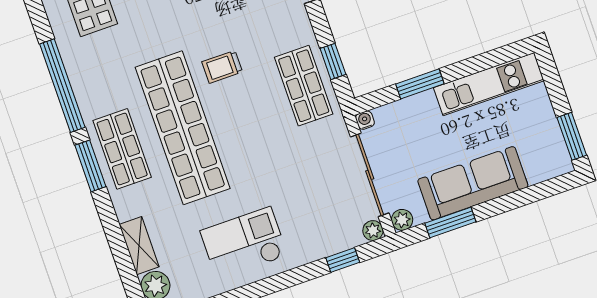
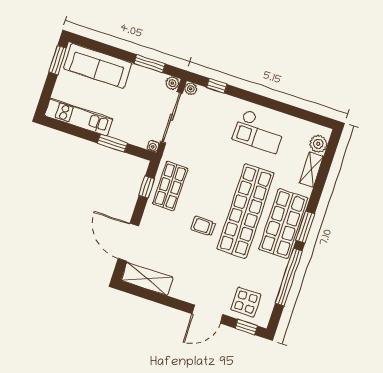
trolley: (222, 67) -> (203, 226), turned 180
shop shelf: (122, 149) -> (283, 224), width x1.43, depth x1.36
sofa: (473, 183) -> (98, 66), moved

